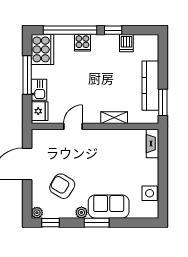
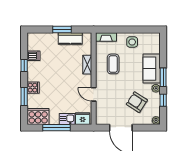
window: (70, 30) -> (24, 97), width x0.47
kitchen counter: (150, 86) -> (70, 39), width x0.67
window: (163, 102) -> (62, 29), moved
coffee table: (115, 153) -> (113, 64), added
armchair: (62, 186) -> (137, 102), turned 92
side table: (150, 193) -> (132, 42), moved
window: (51, 223) -> (163, 100), moved

